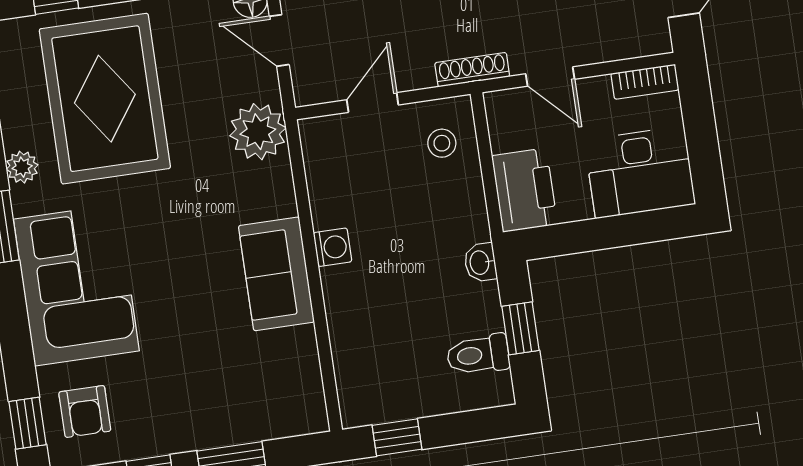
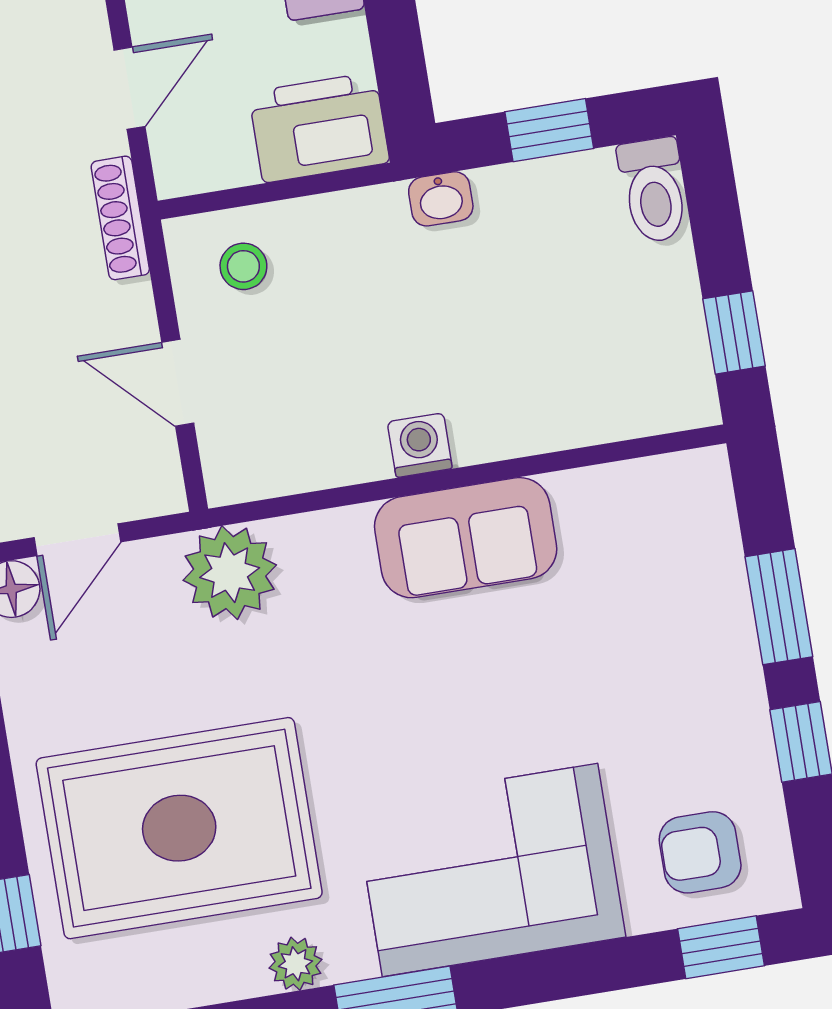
toilet: (478, 355) -> (654, 190), moved
armchair: (85, 411) -> (700, 852), turned 180

